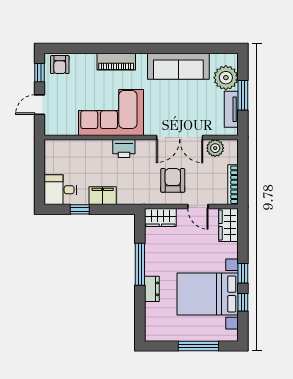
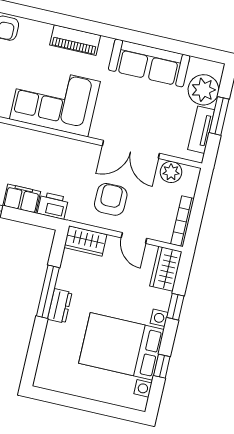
printer: (124, 149) -> (53, 206), moved, turned 180
window: (243, 273) -> (175, 307), moved
dresser: (152, 289) -> (60, 306), moved
window: (198, 346) -> (96, 407), removed

